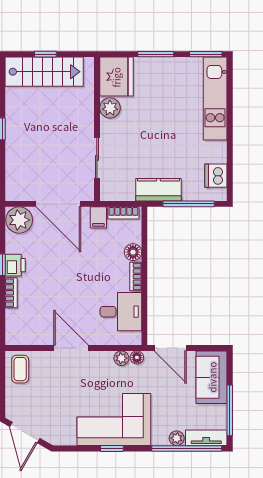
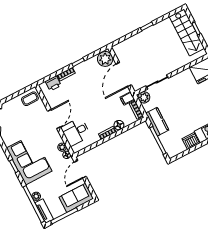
plant: (110, 108) -> (144, 97), moved
dishwasher: (216, 176) -> (191, 141), moved
printer: (15, 265) -> (53, 83), moved
desk: (121, 312) -> (76, 132), moved, turned 90

